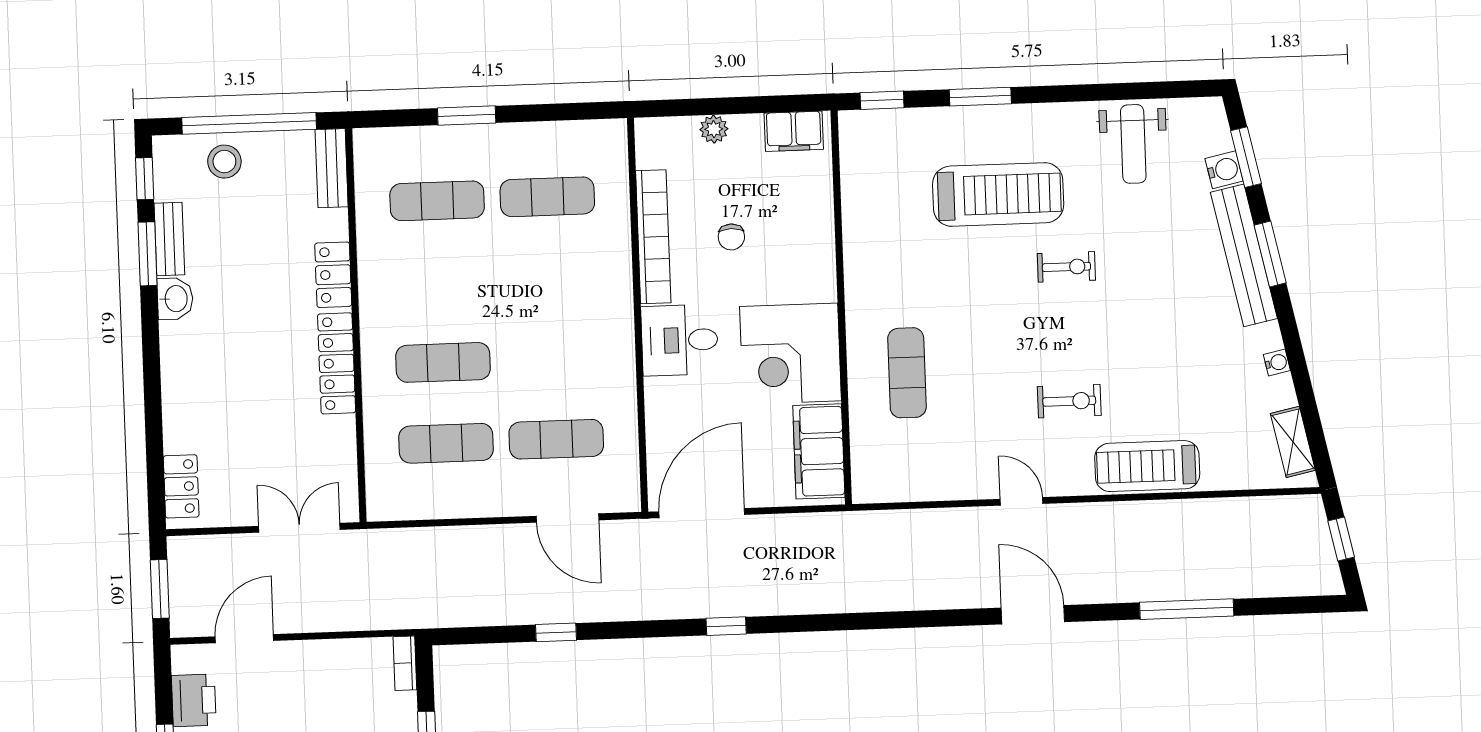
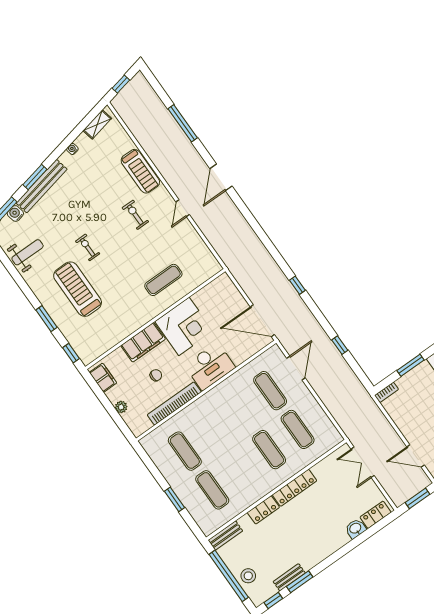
washbasin: (175, 299) -> (356, 529), moved
desk: (680, 340) -> (210, 366), width x1.37
filing cabinet: (819, 451) -> (143, 342), moved

